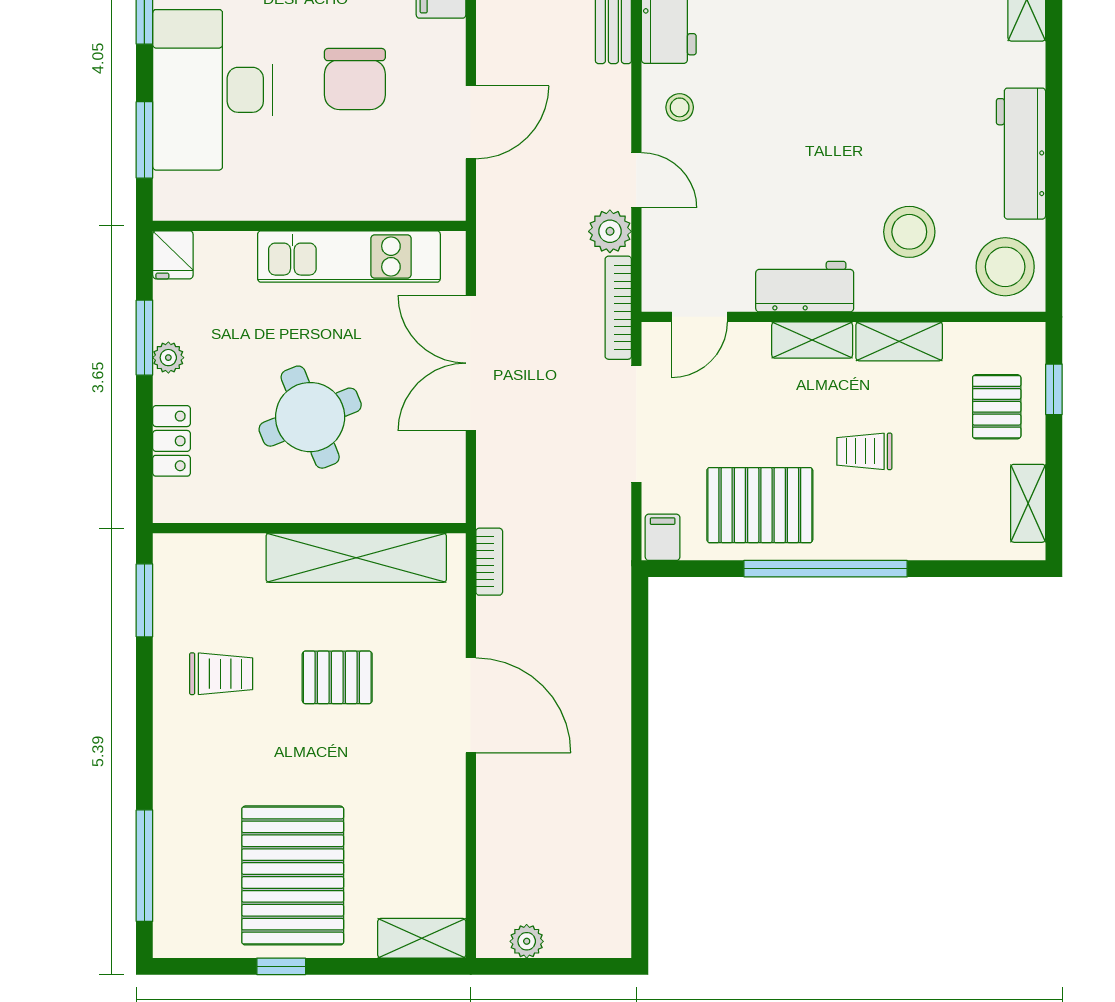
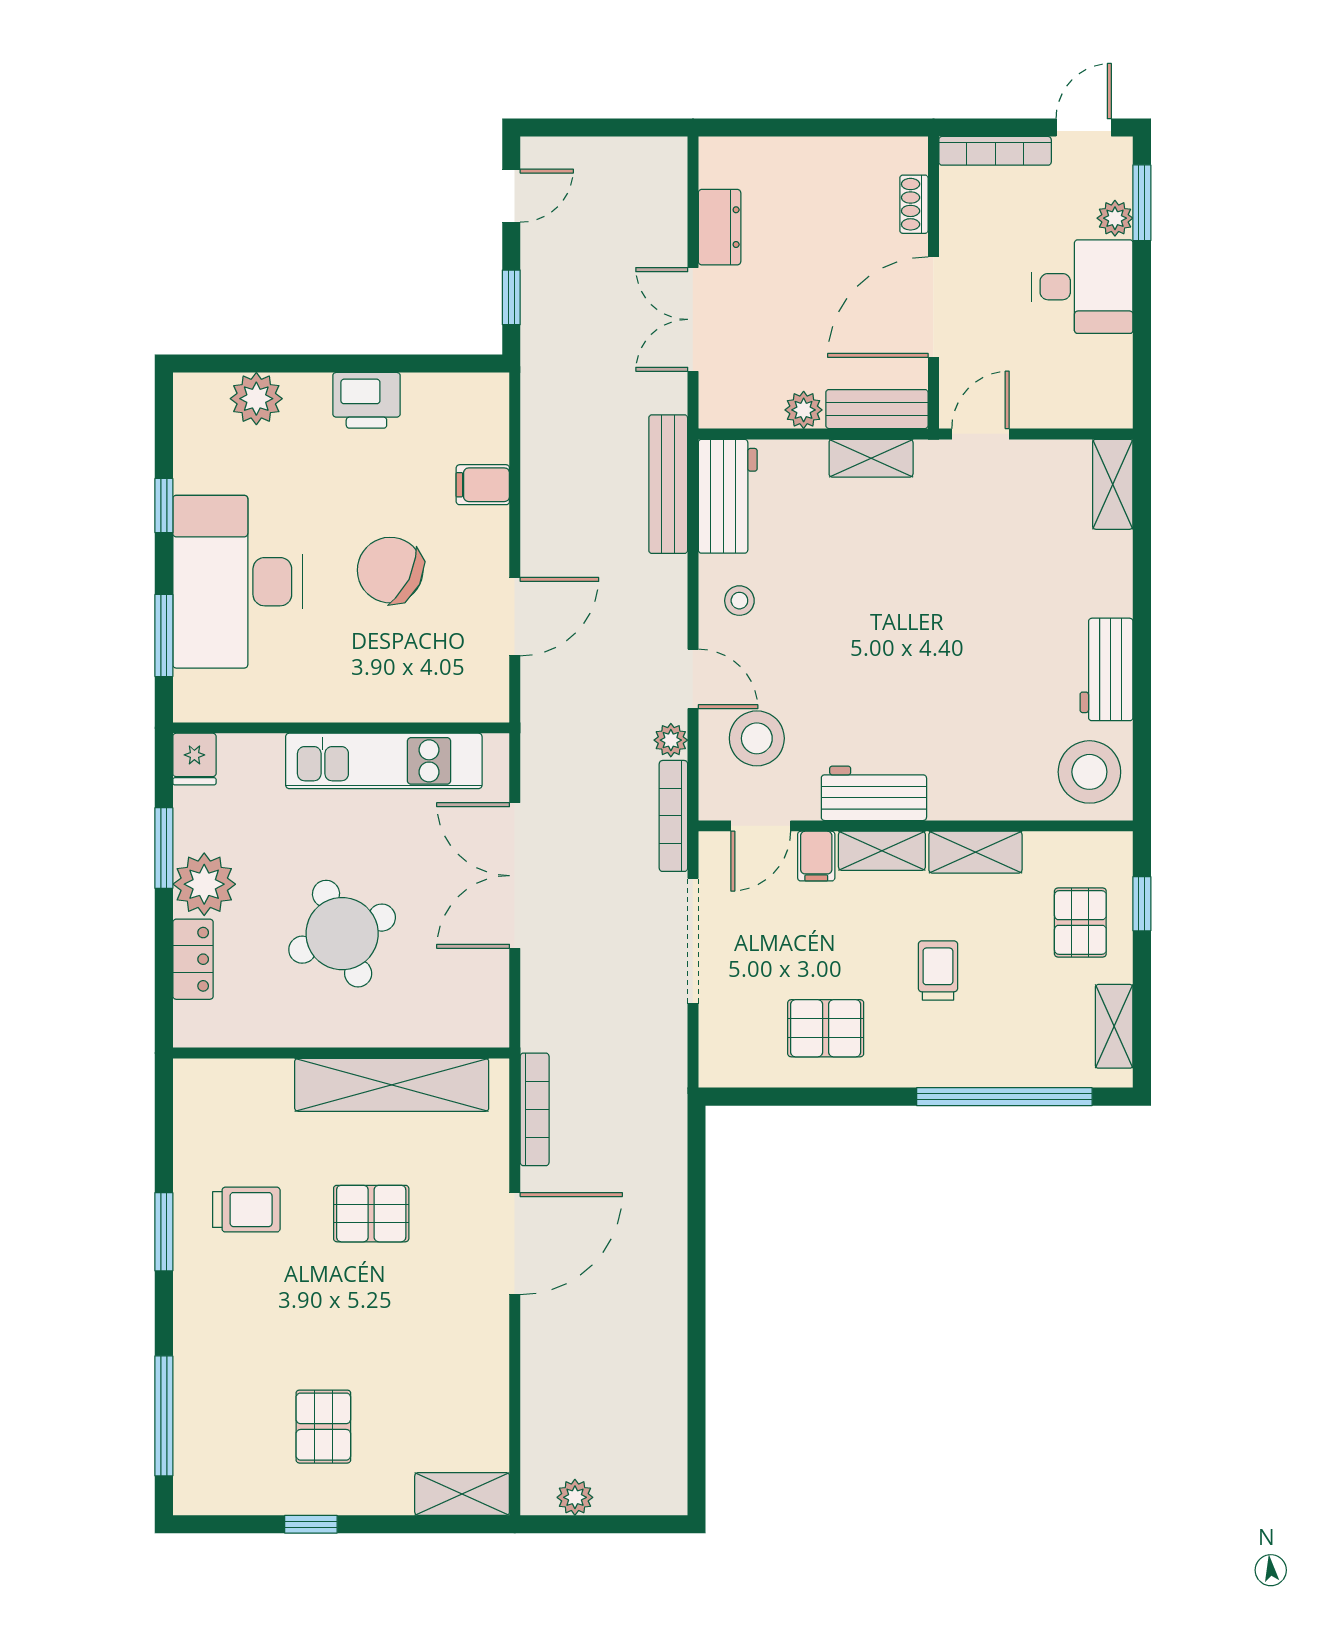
chair: (355, 79) -> (390, 570), turned 116
workbench: (1021, 154) -> (1107, 669), width x0.73
plant: (610, 231) -> (671, 740), width x0.73, depth x0.73
stool: (909, 232) -> (757, 738), moved
plant: (168, 358) -> (204, 884), width x1.87, depth x1.87
trolley: (864, 451) -> (938, 970), turned 90
pallet: (760, 505) -> (826, 1028), width x0.67, depth x0.71
filing cabinet: (663, 537) -> (816, 856), moved, turned 180
bookcase: (489, 562) -> (535, 1109), width x1.56
window: (826, 569) -> (1004, 1097), moved
window: (144, 600) -> (164, 1232), moved
door: (471, 705) -> (515, 1244), hinge flipped
pallet: (293, 875) -> (323, 1427), width x0.49, depth x0.50

